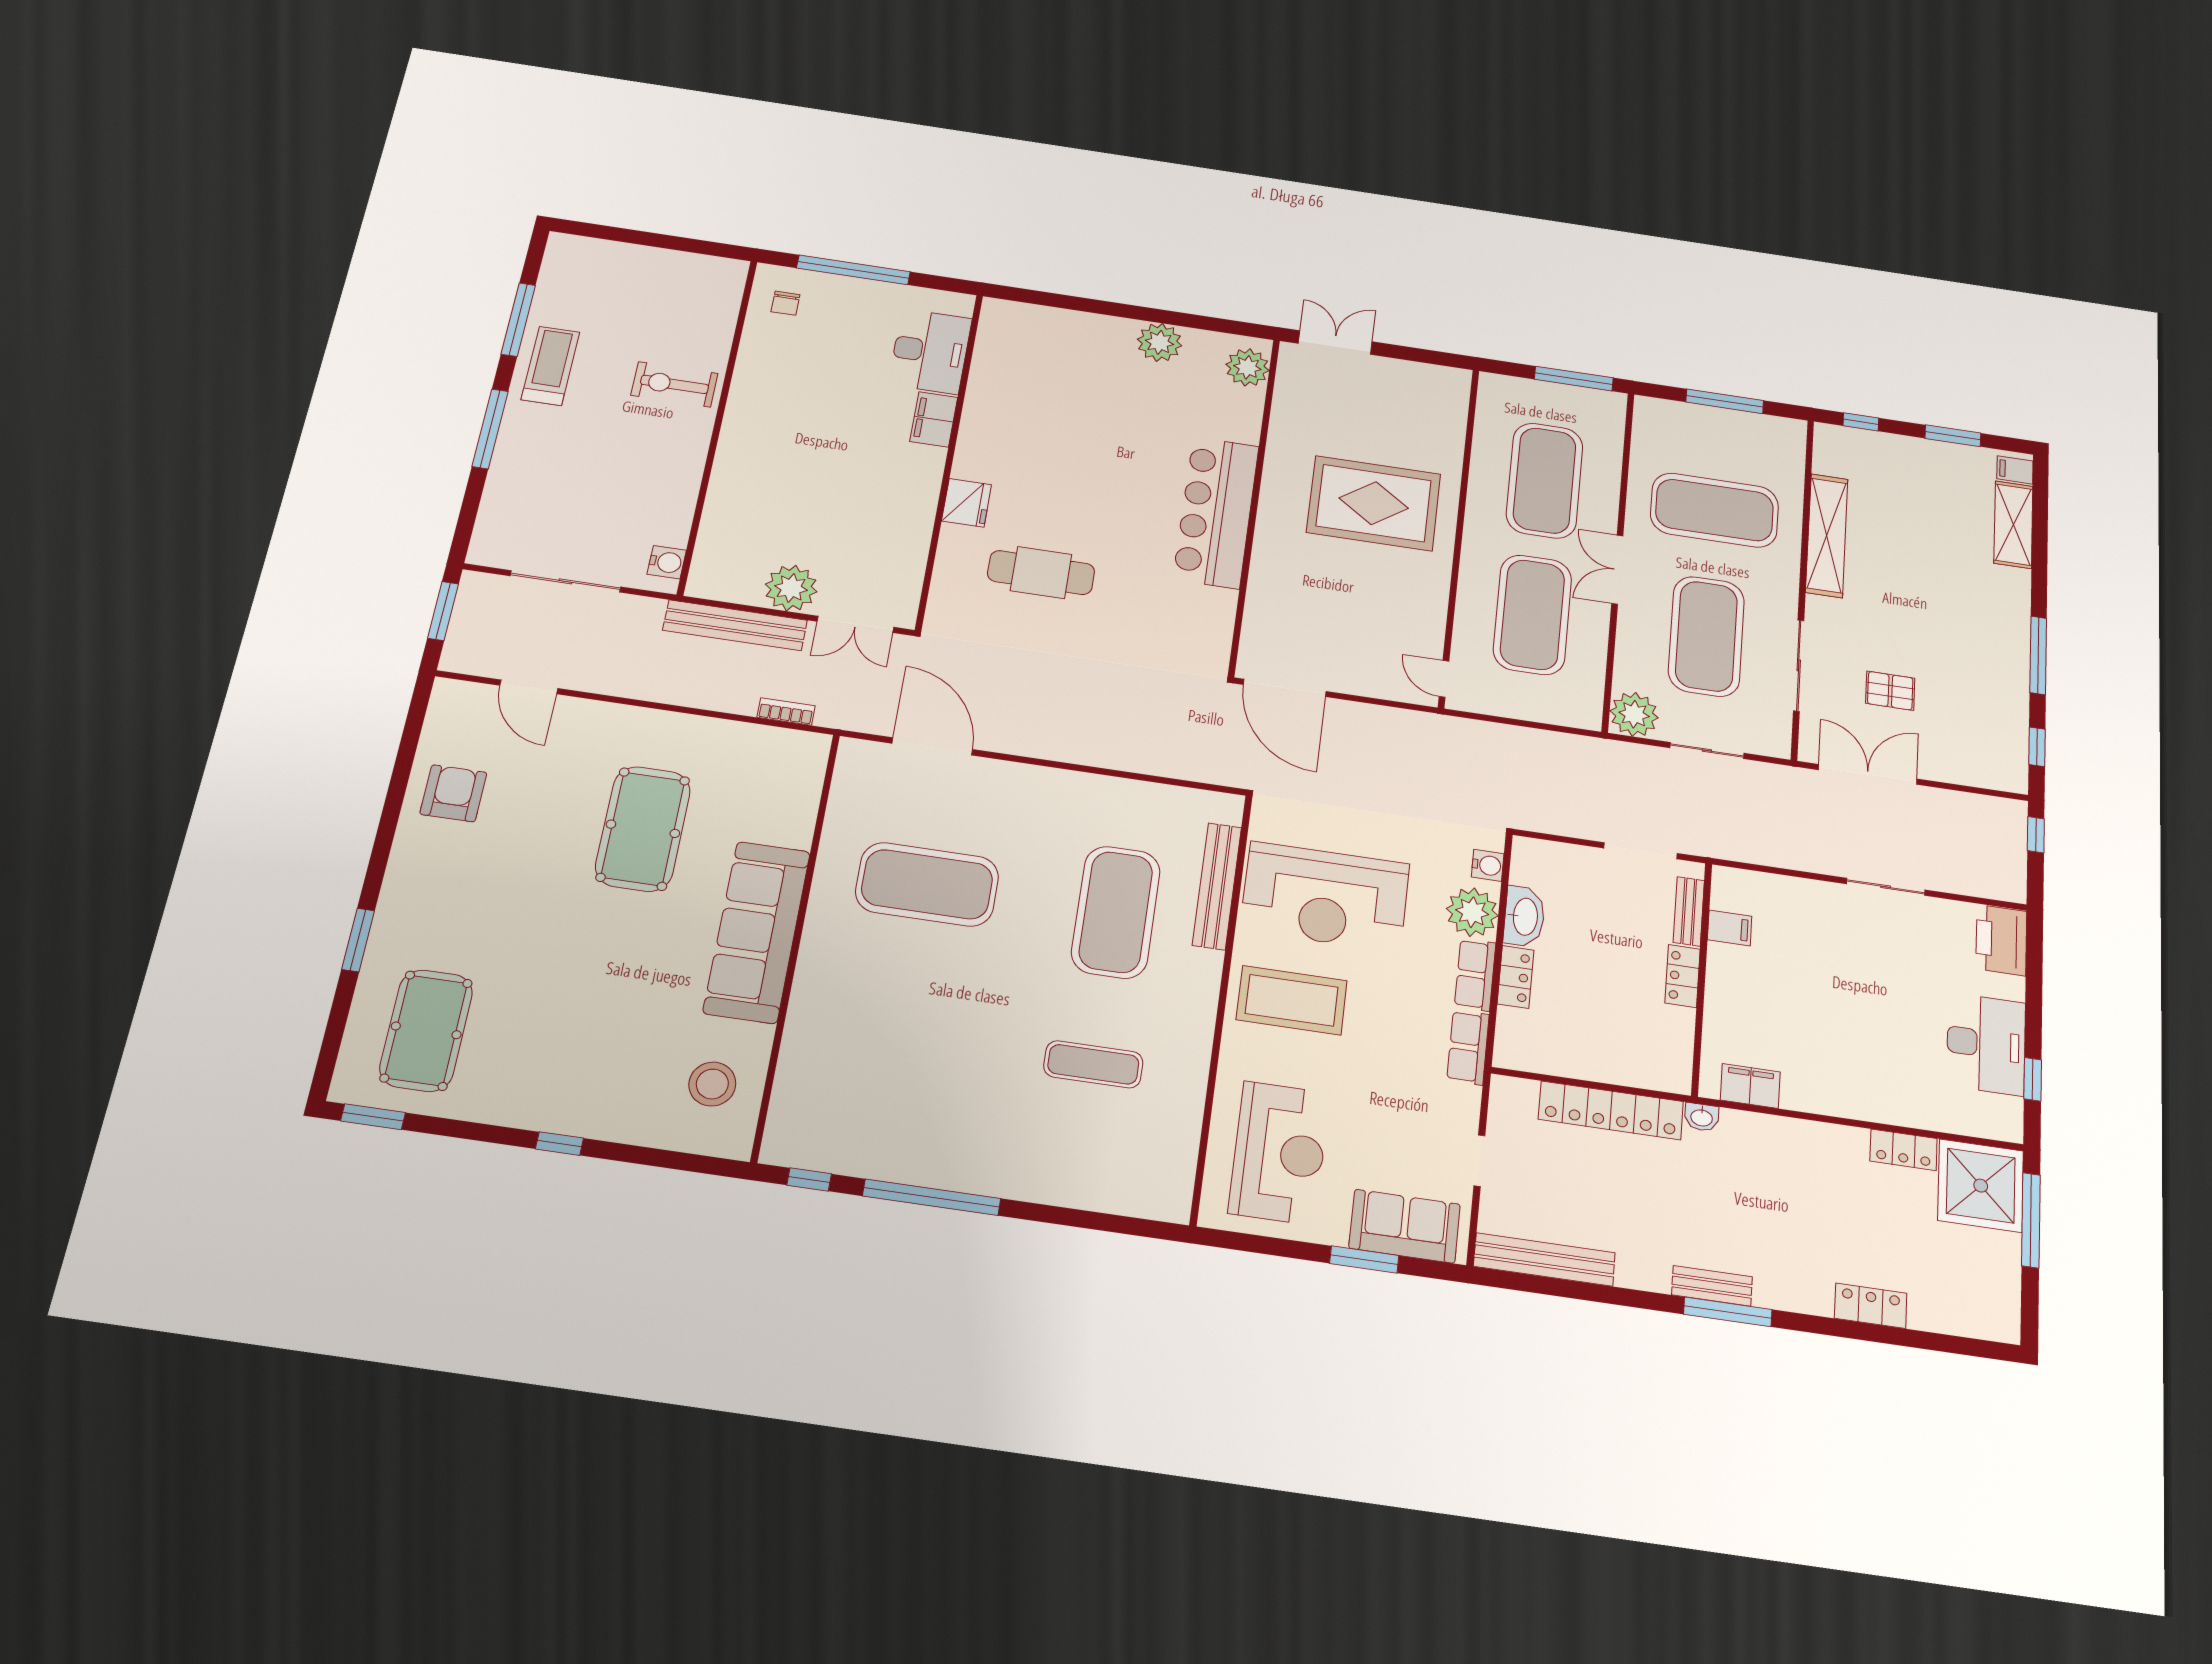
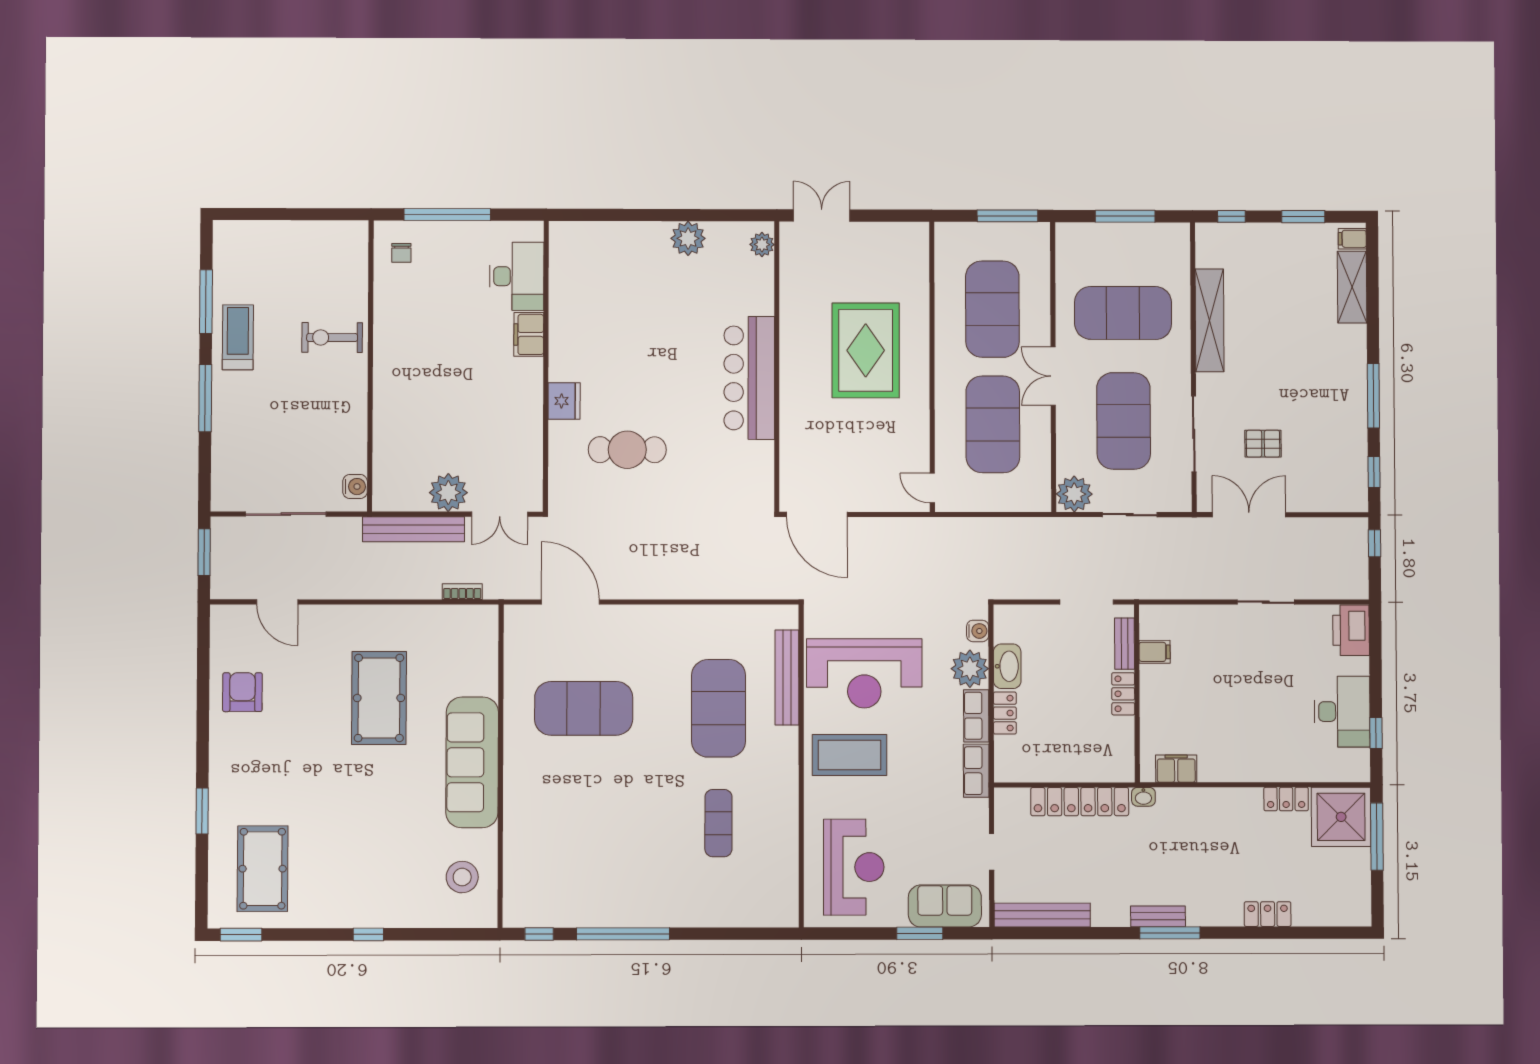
plant: (1247, 367) -> (762, 245), width x0.73, depth x0.73
rug: (1374, 503) -> (866, 350), turned 90
exercise mat: (1093, 1064) -> (718, 823), turned 90

